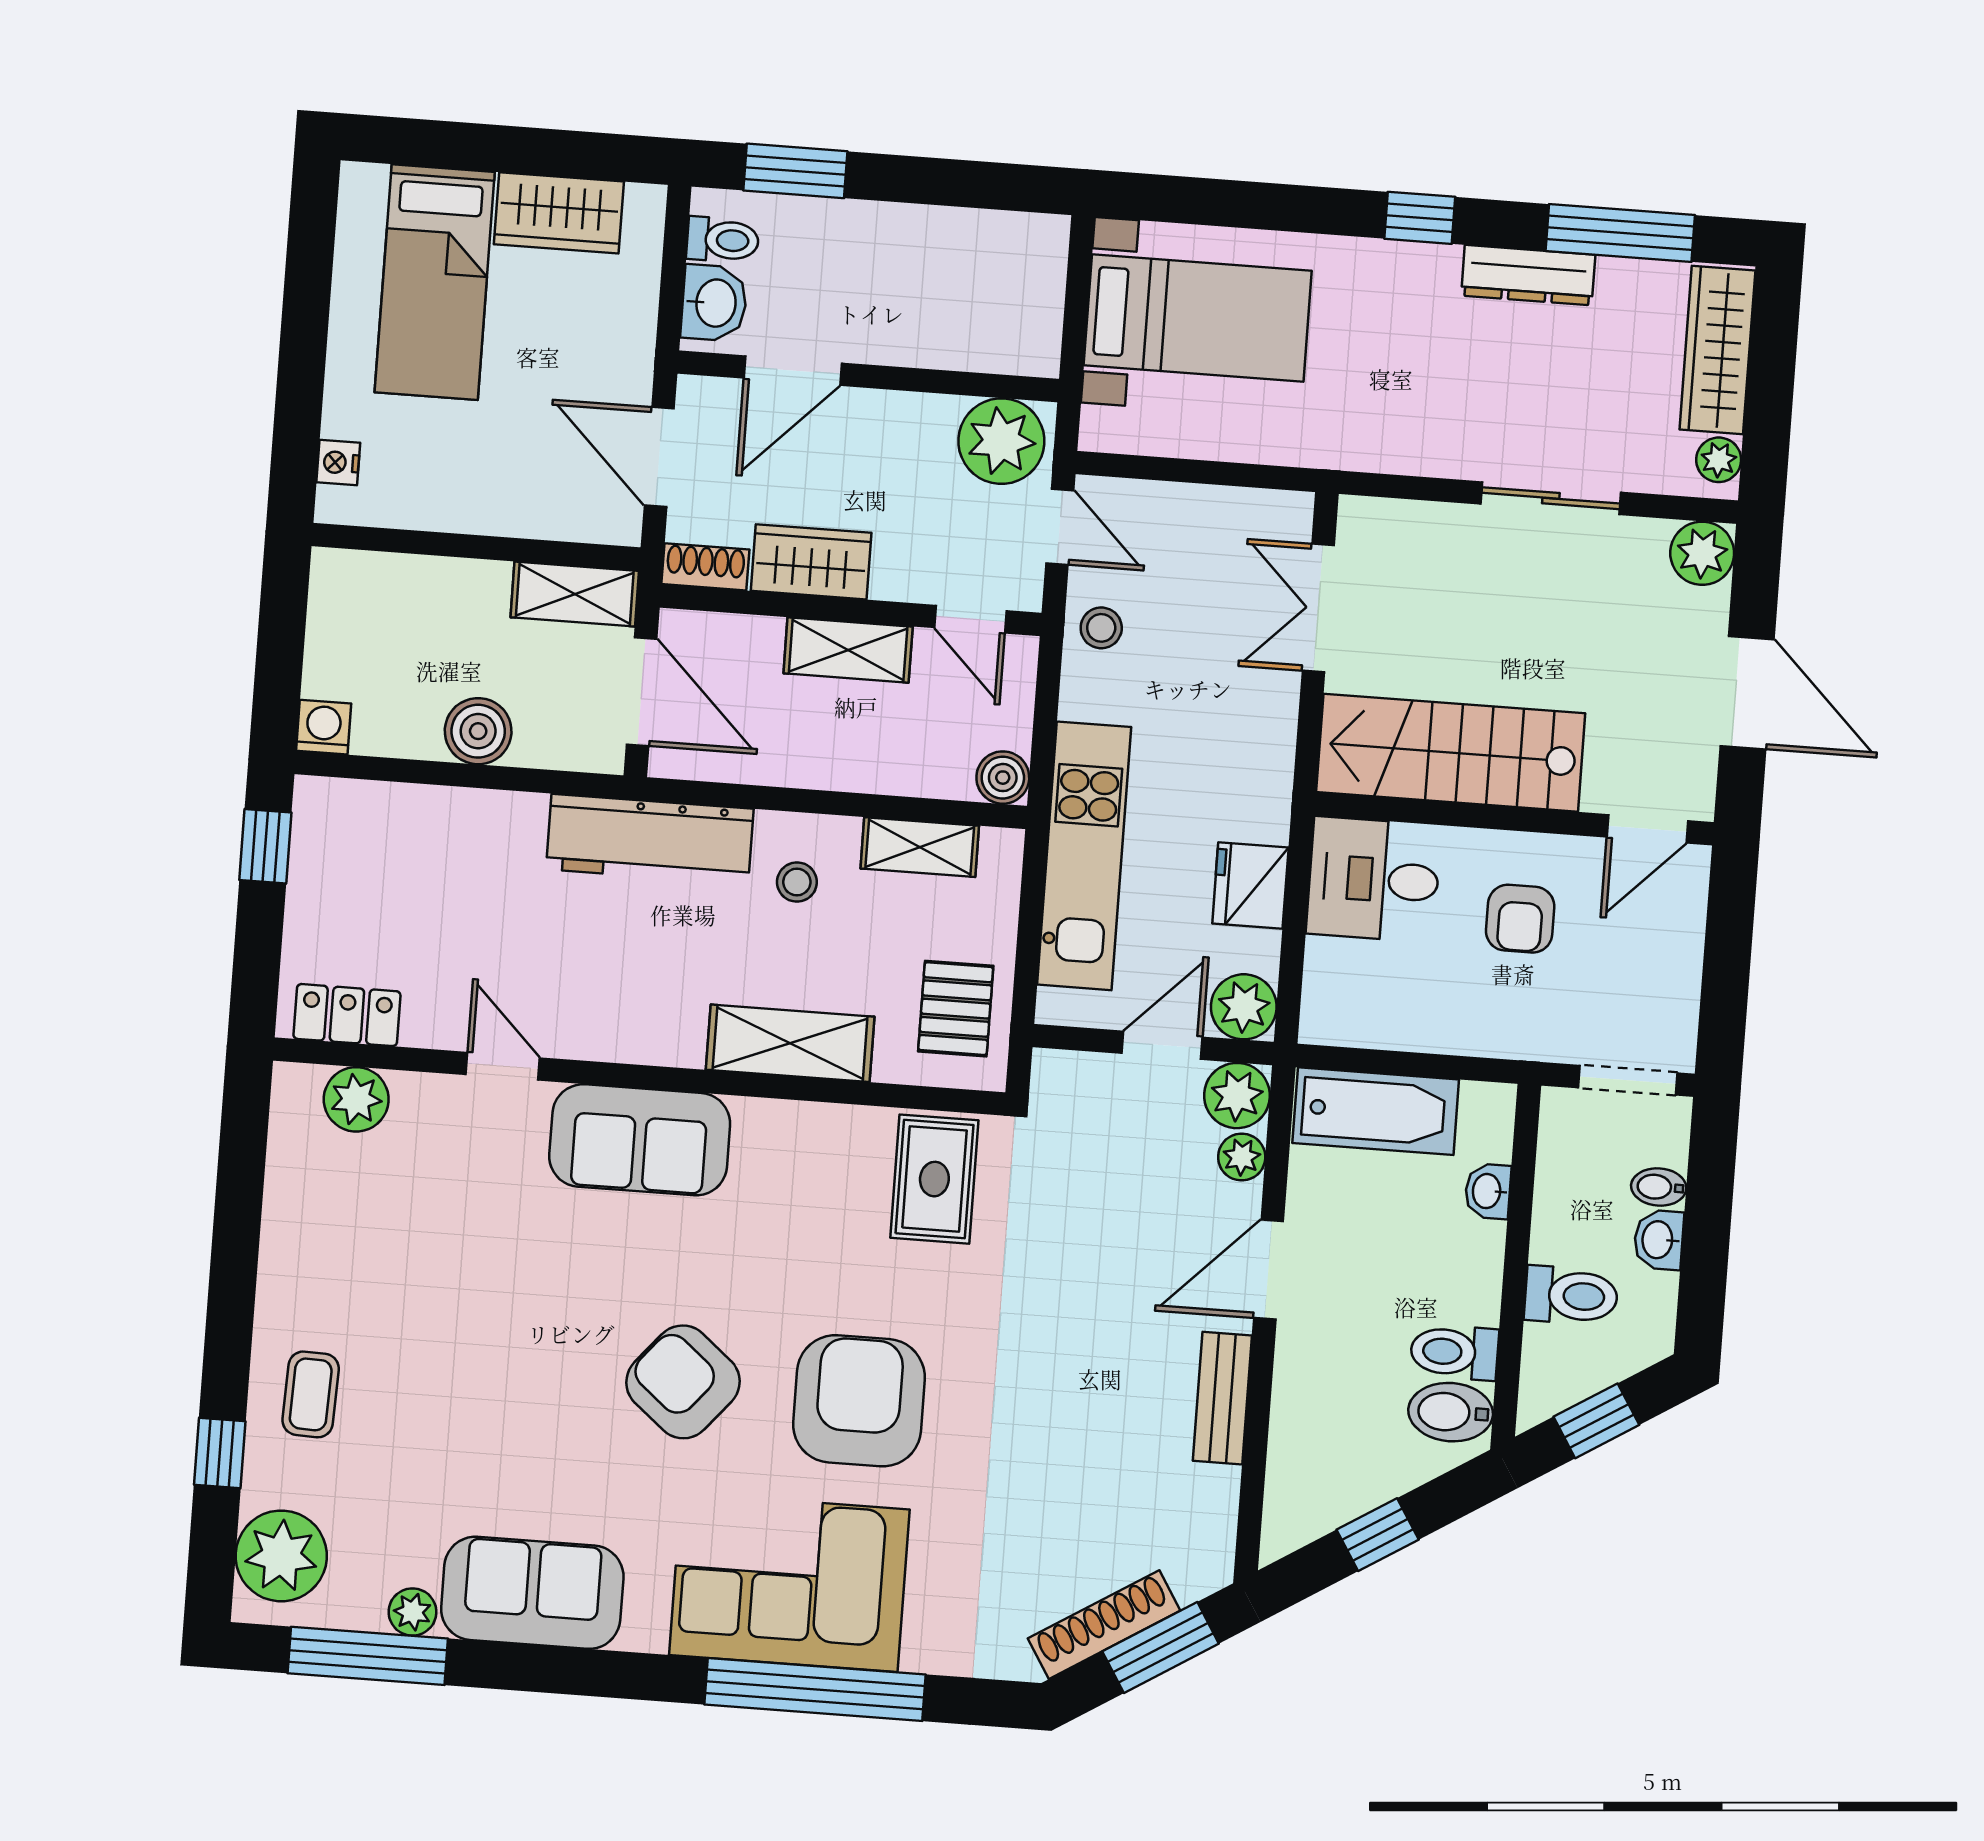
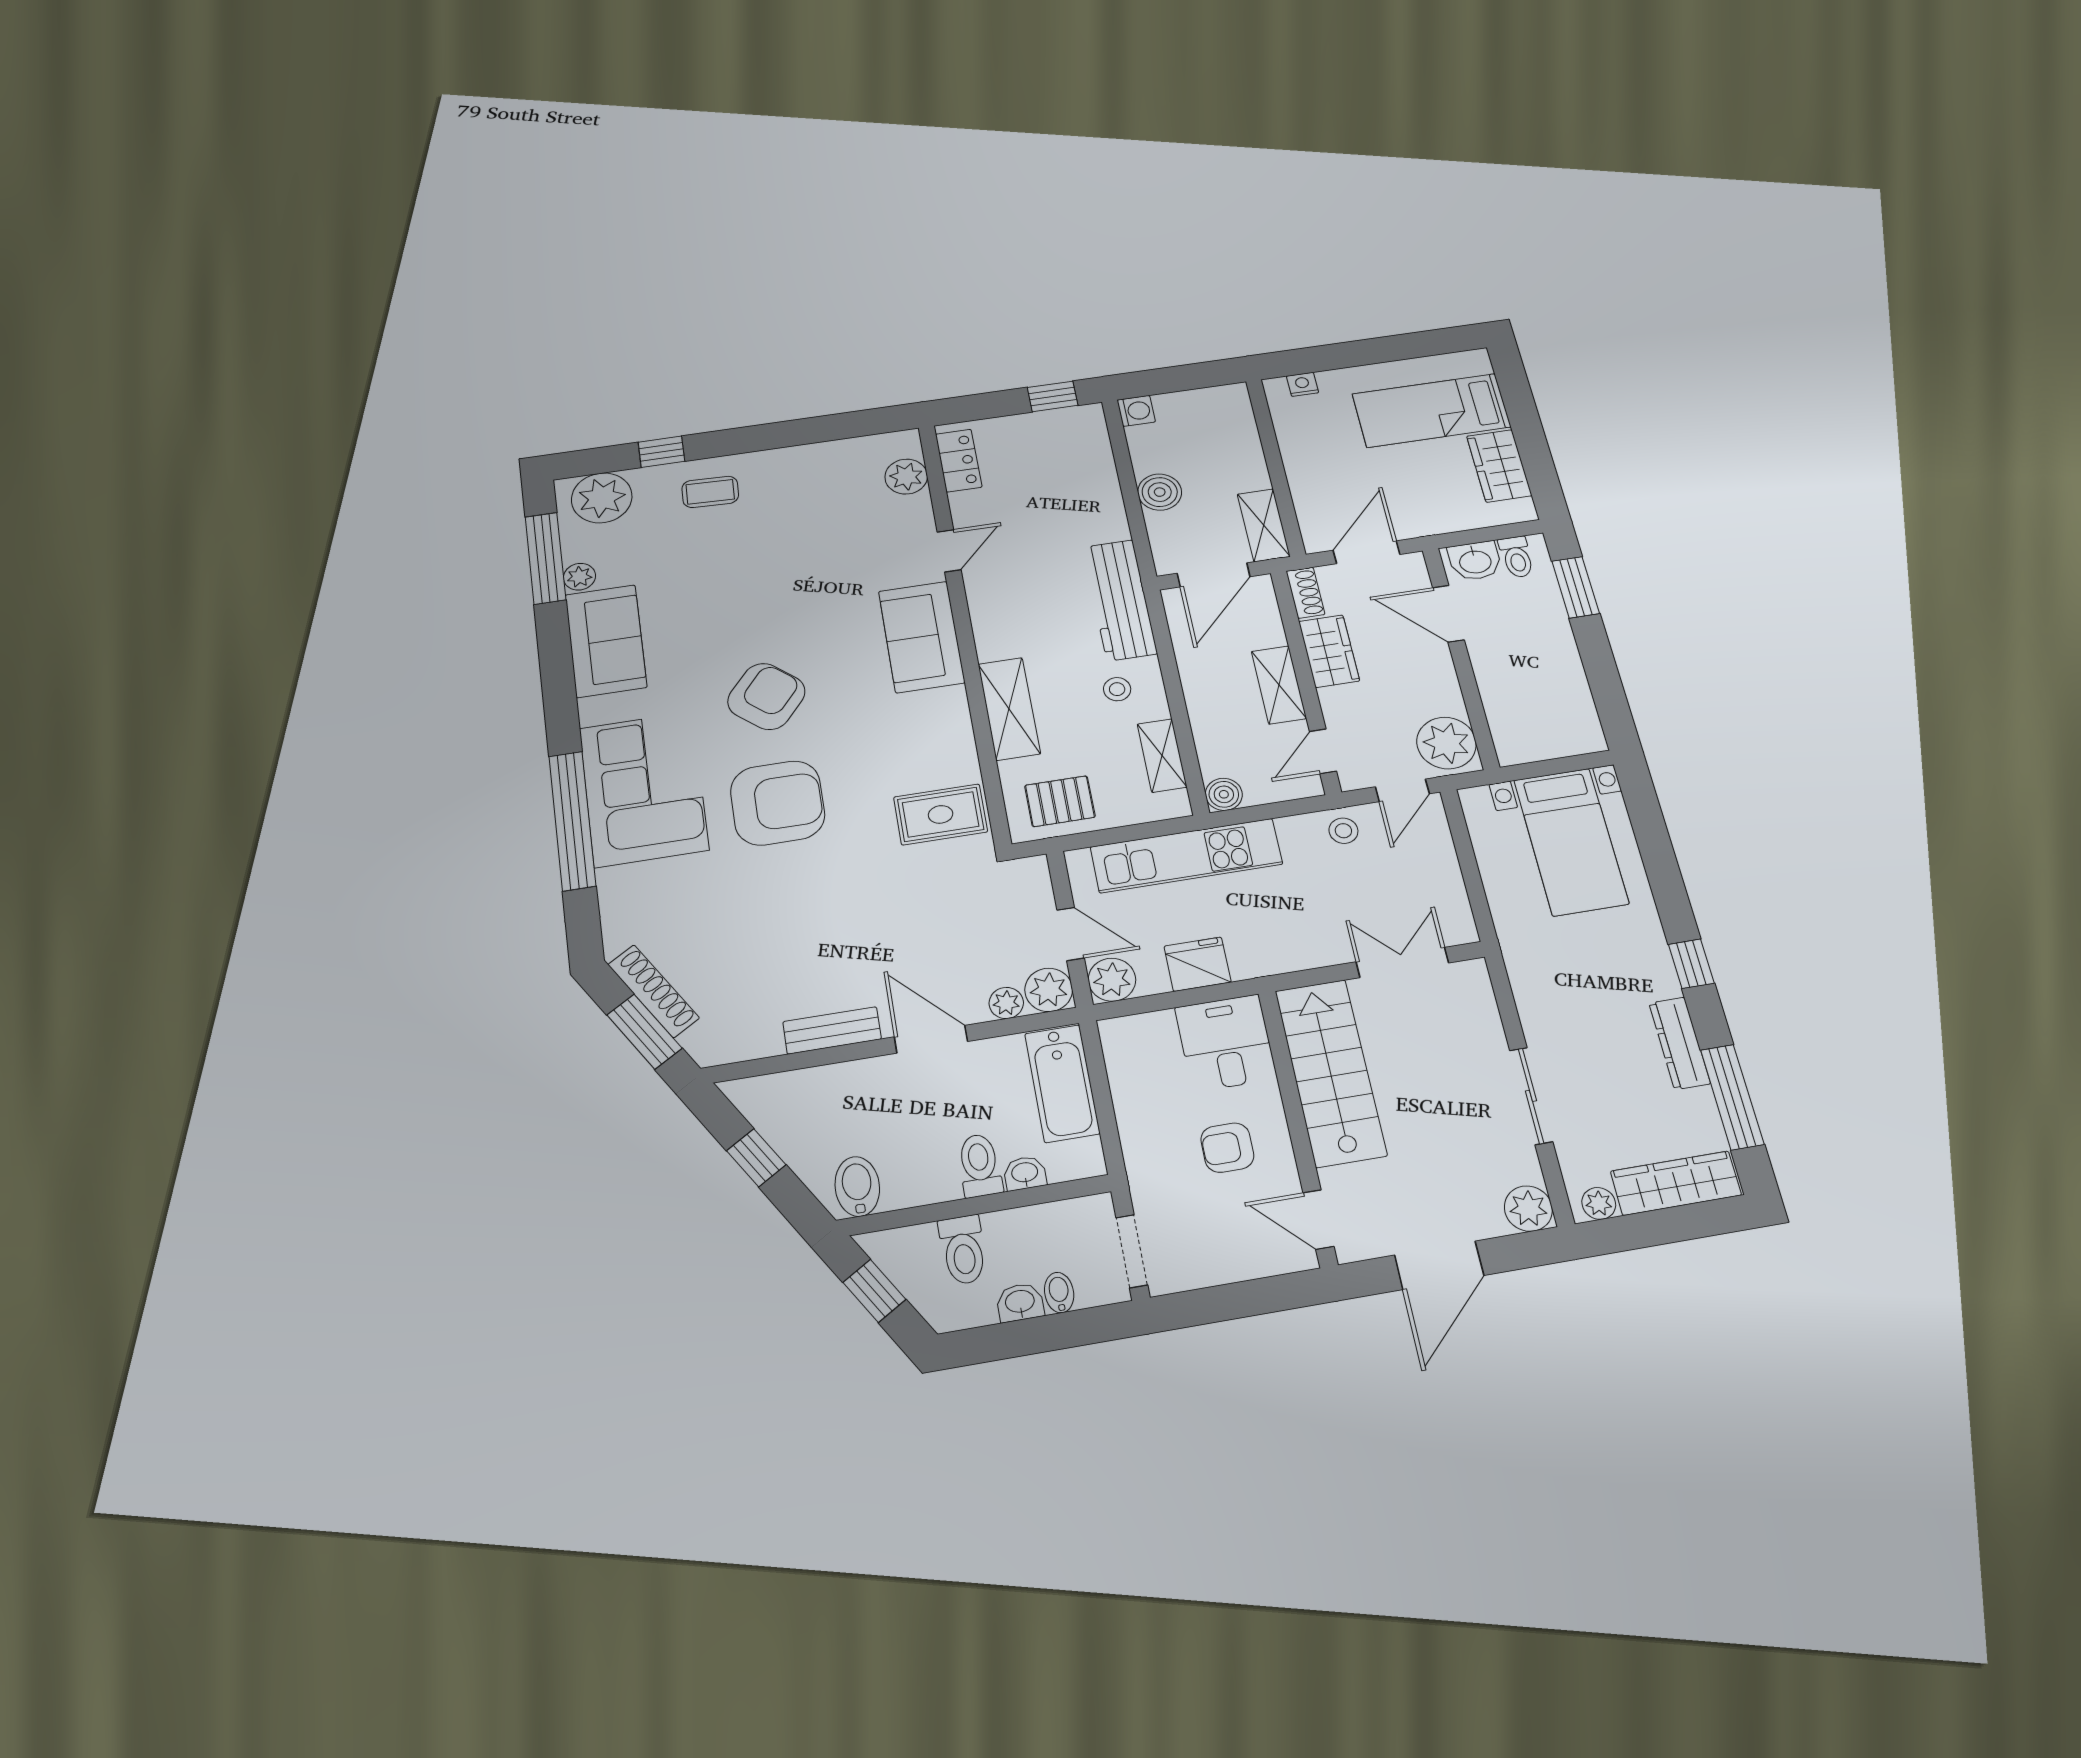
toilet: (1454, 1352) -> (980, 1165), moved

